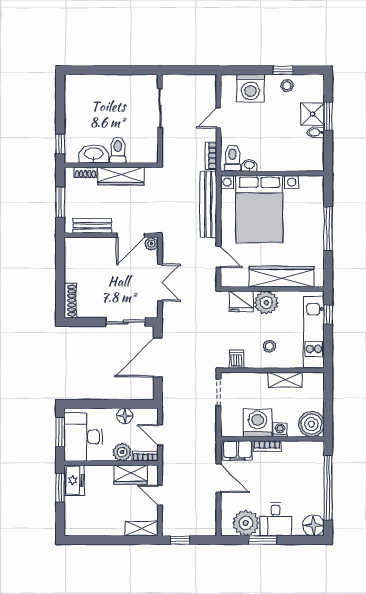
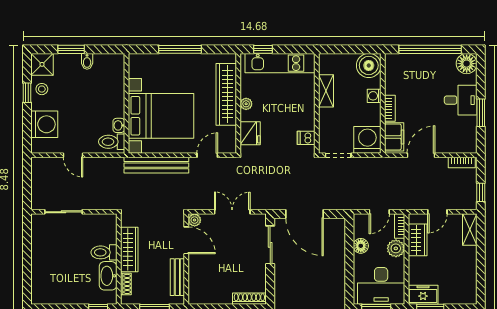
shower: (313, 114) -> (42, 64), moved
bookcase: (211, 156) -> (462, 162), moved
plant: (266, 303) -> (246, 104), width x0.53, depth x0.53
stool: (269, 346) -> (294, 106), removed
washing machine: (258, 423) -> (367, 140), moved, turned 90
plant: (246, 523) -> (464, 129), removed

